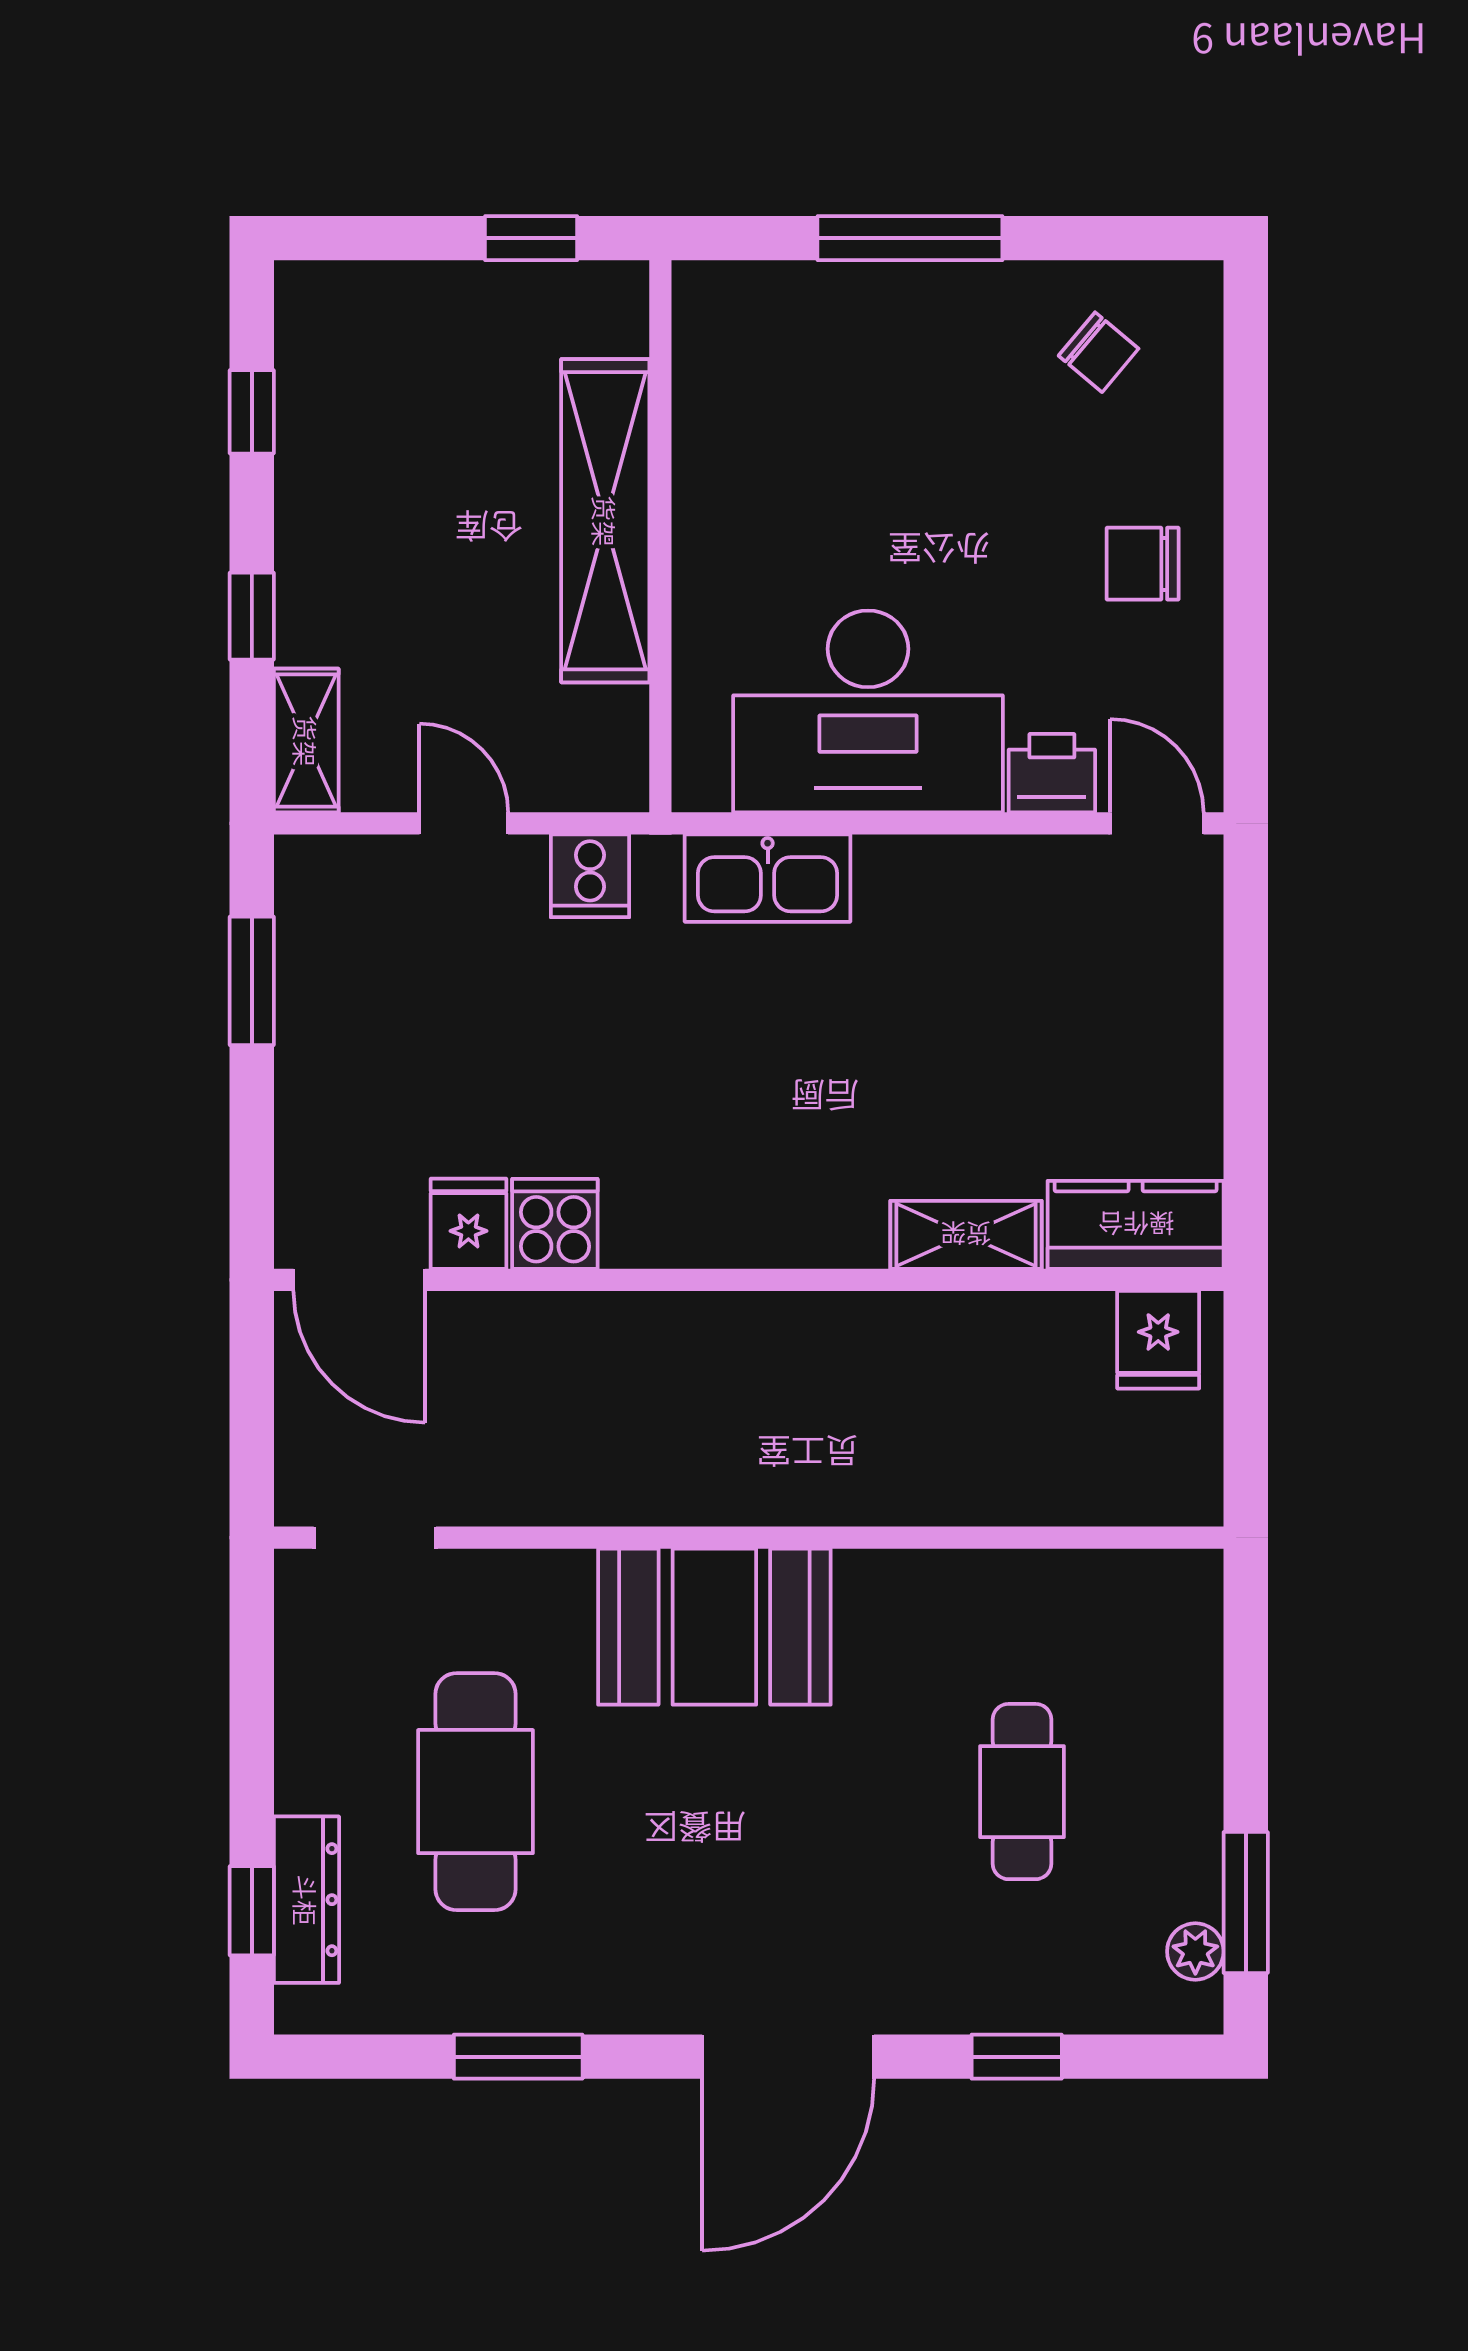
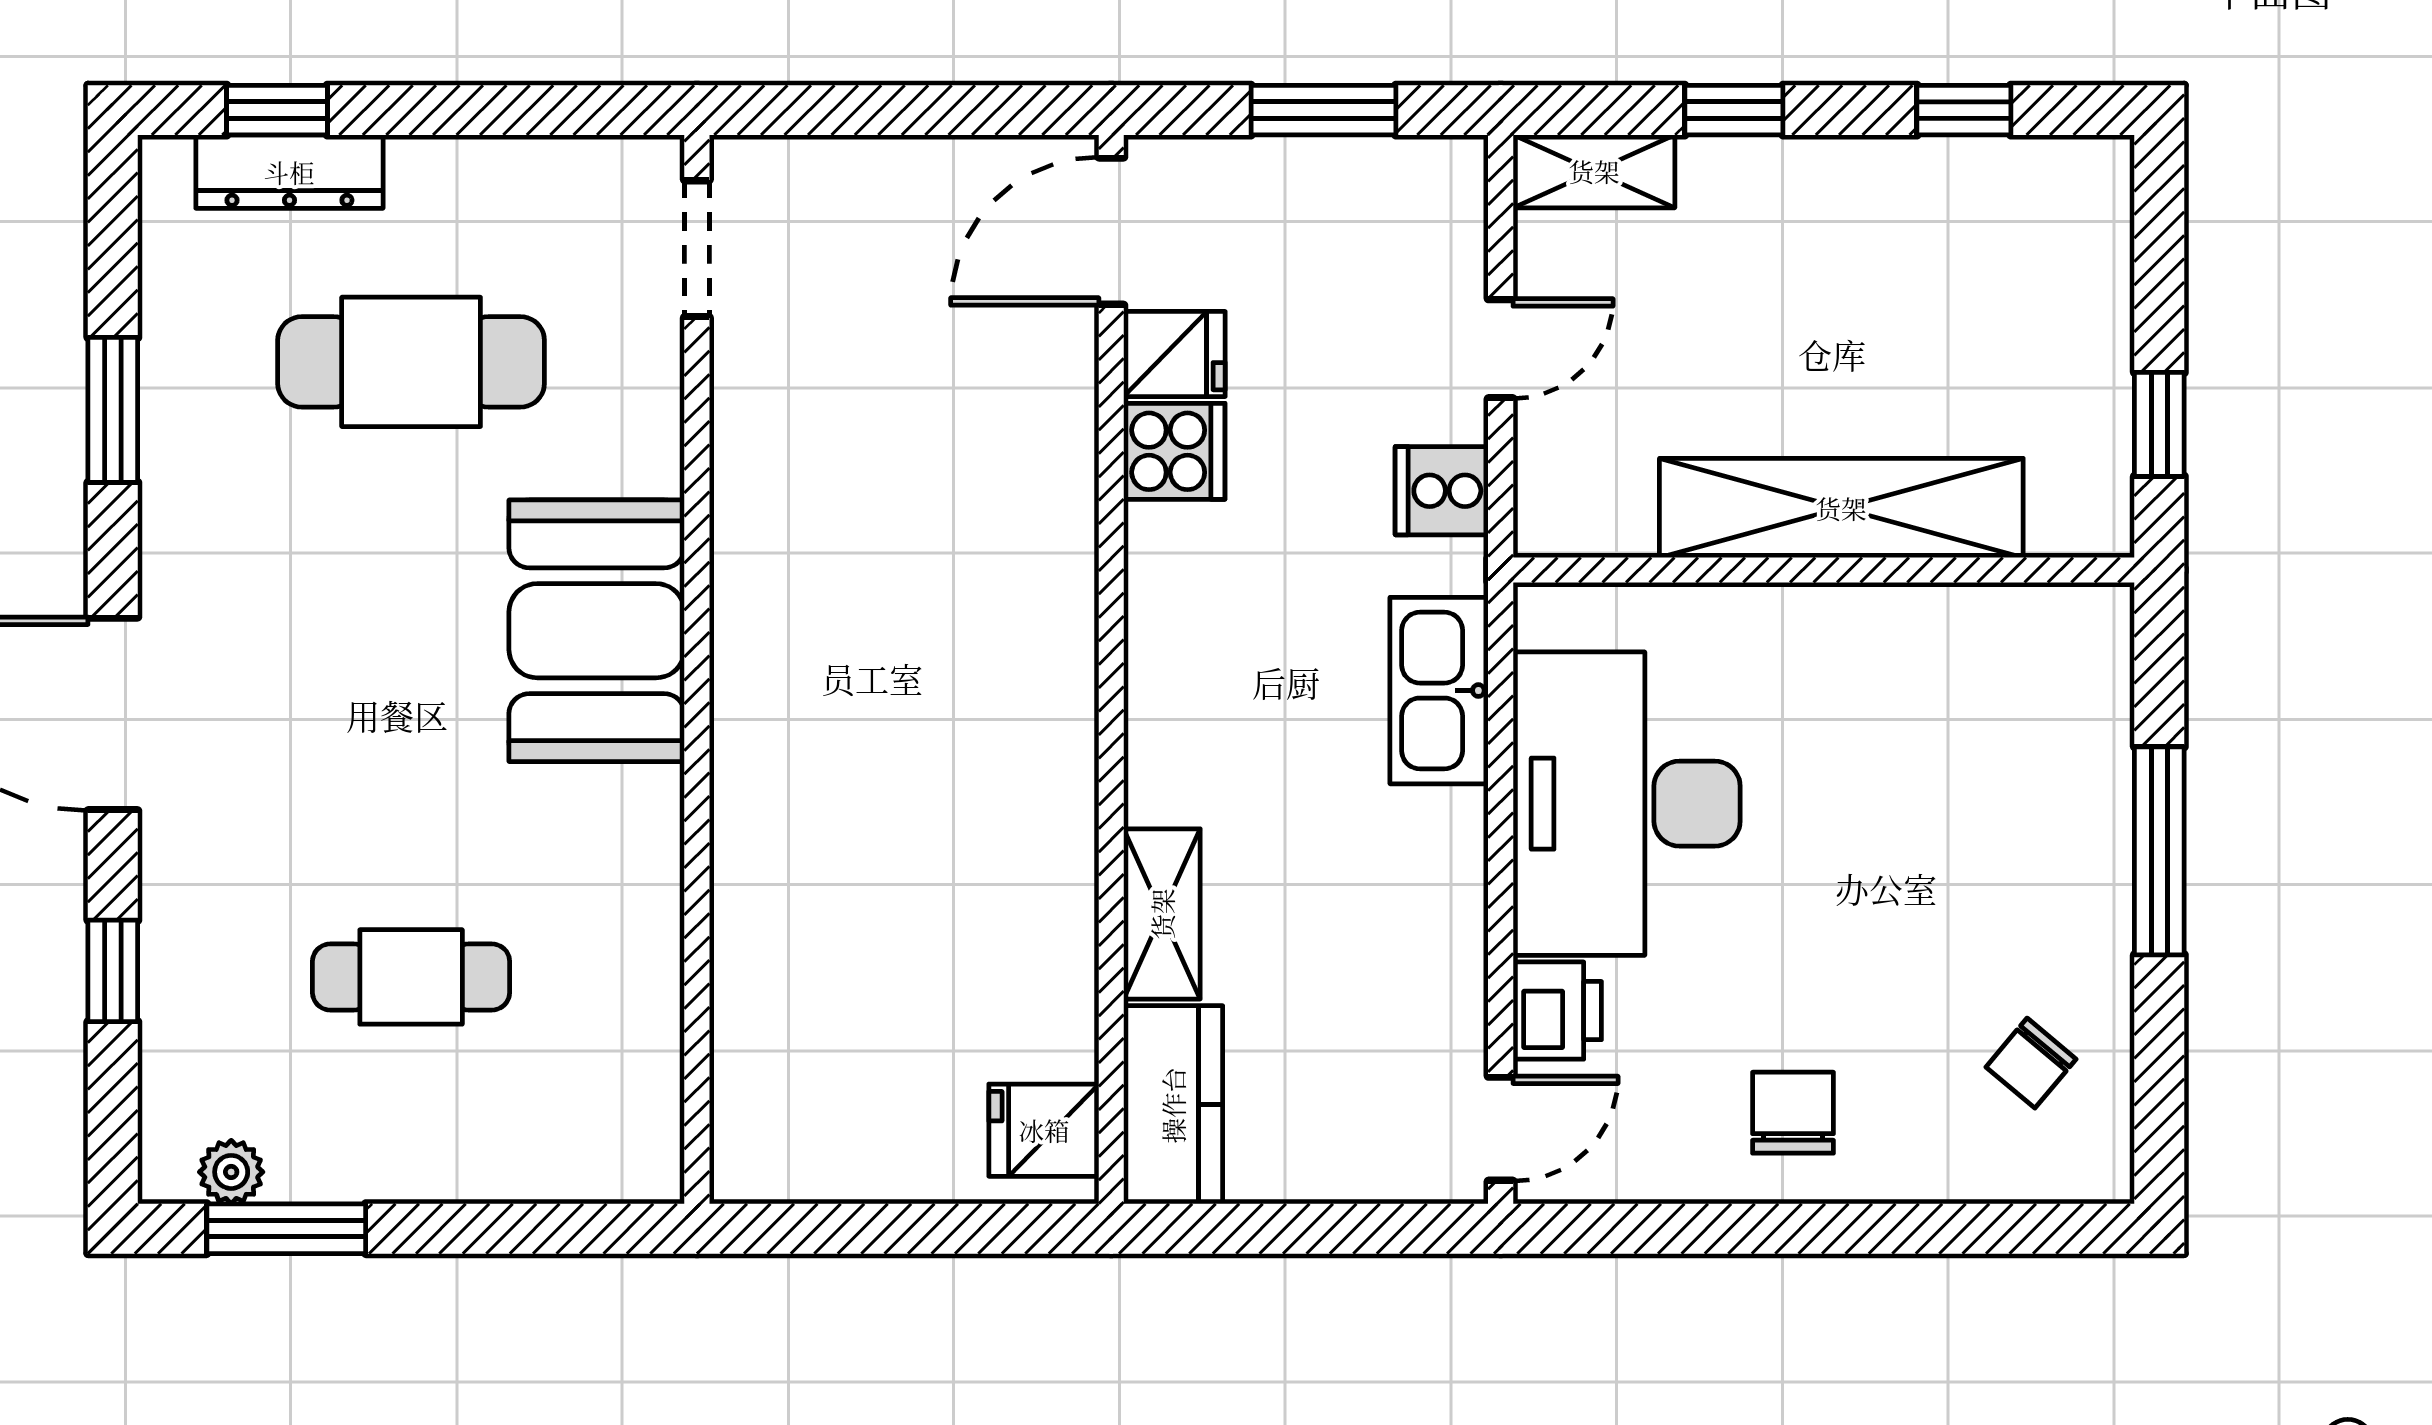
fridge: (468, 1224) -> (1174, 354), moved
cooker: (555, 1224) -> (1174, 451), moved
kitchen counter: (1136, 1225) -> (1173, 1105), moved
shelving: (966, 1235) -> (1162, 914), moved
door: (359, 1280) -> (1111, 231), moved
wall: (749, 1280) -> (1111, 669), moved
fridge: (1158, 1340) -> (1044, 1130), moved

